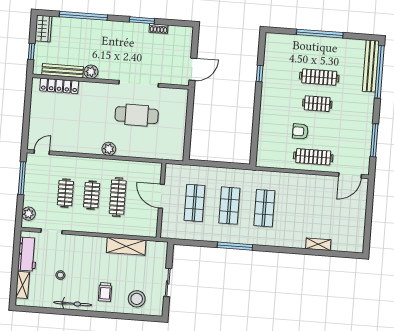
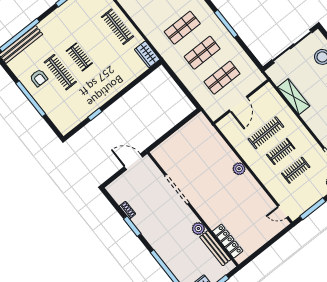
cafe table: (137, 115) -> (199, 171), removed
armchair: (300, 131) -> (39, 78), moved
wardrobe: (269, 160) -> (147, 54), added
sliding door: (168, 282) -> (292, 46), width x1.86

